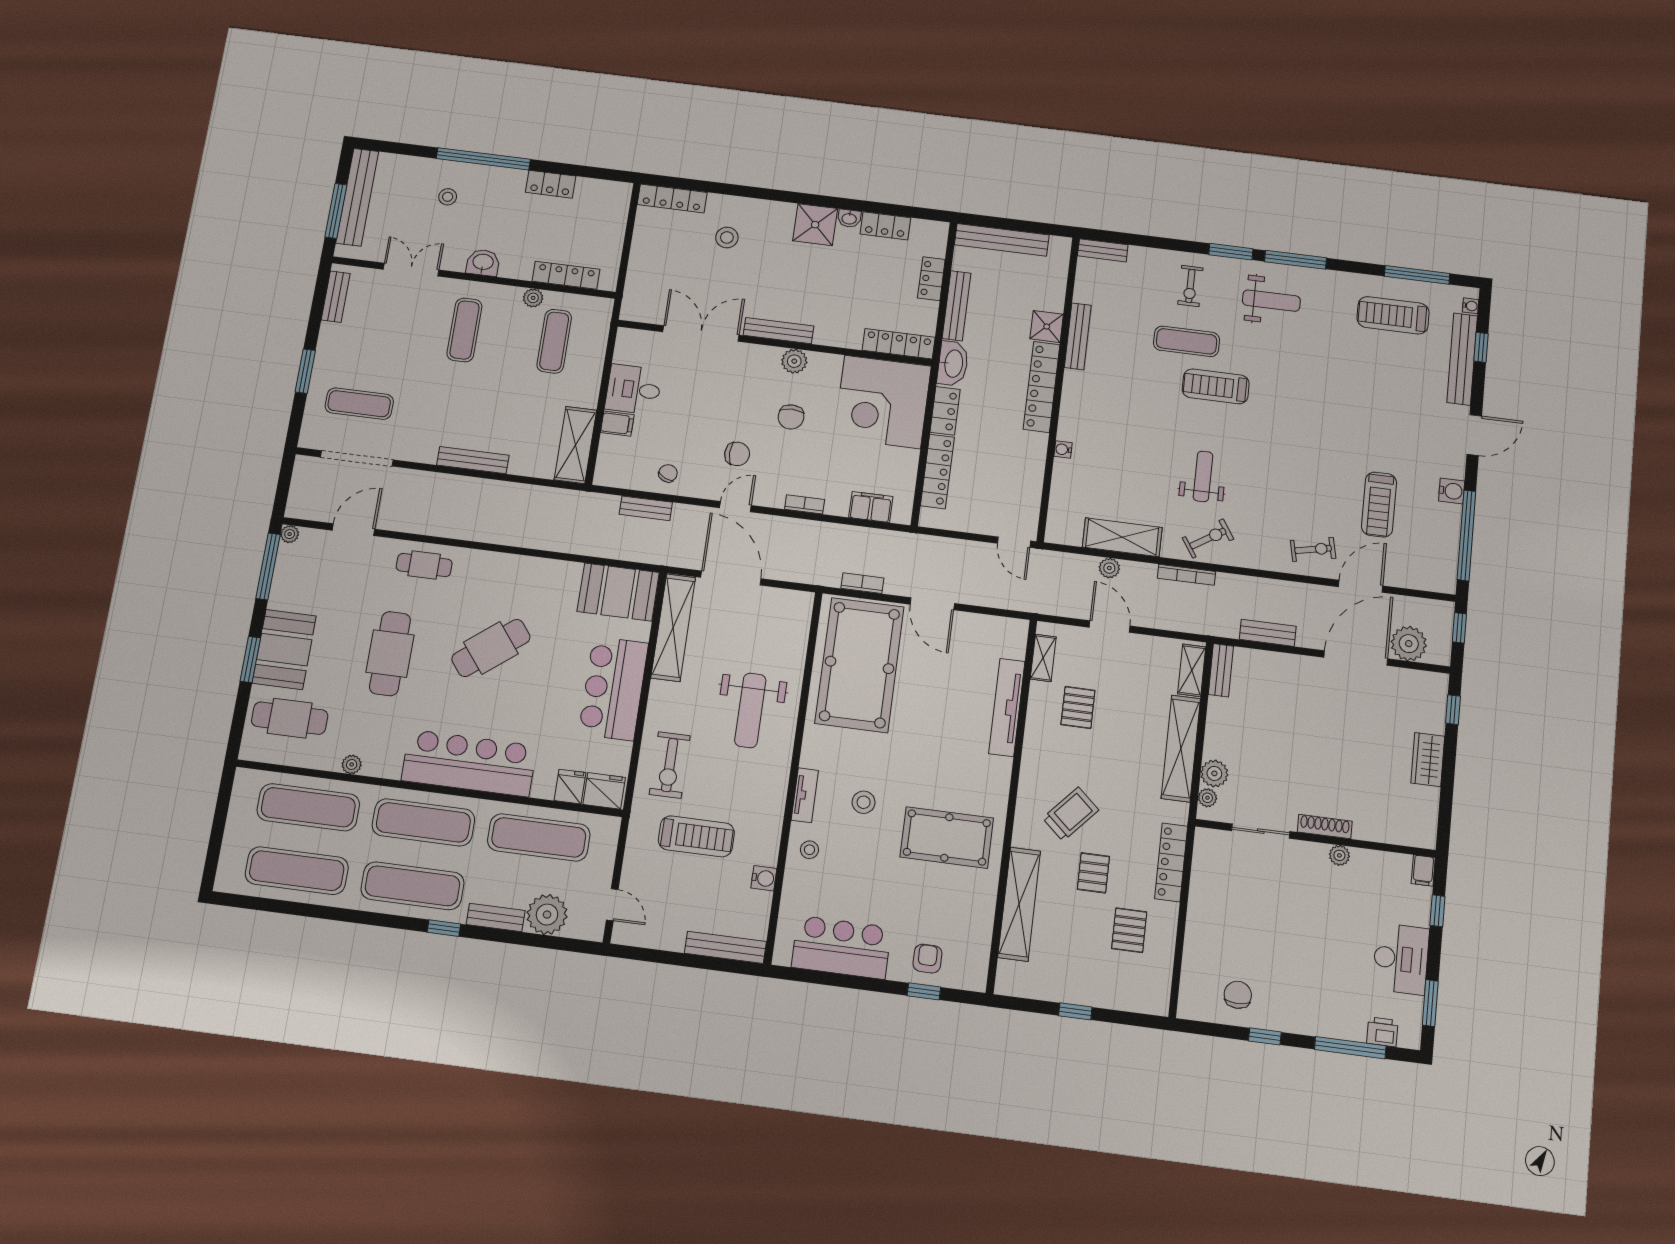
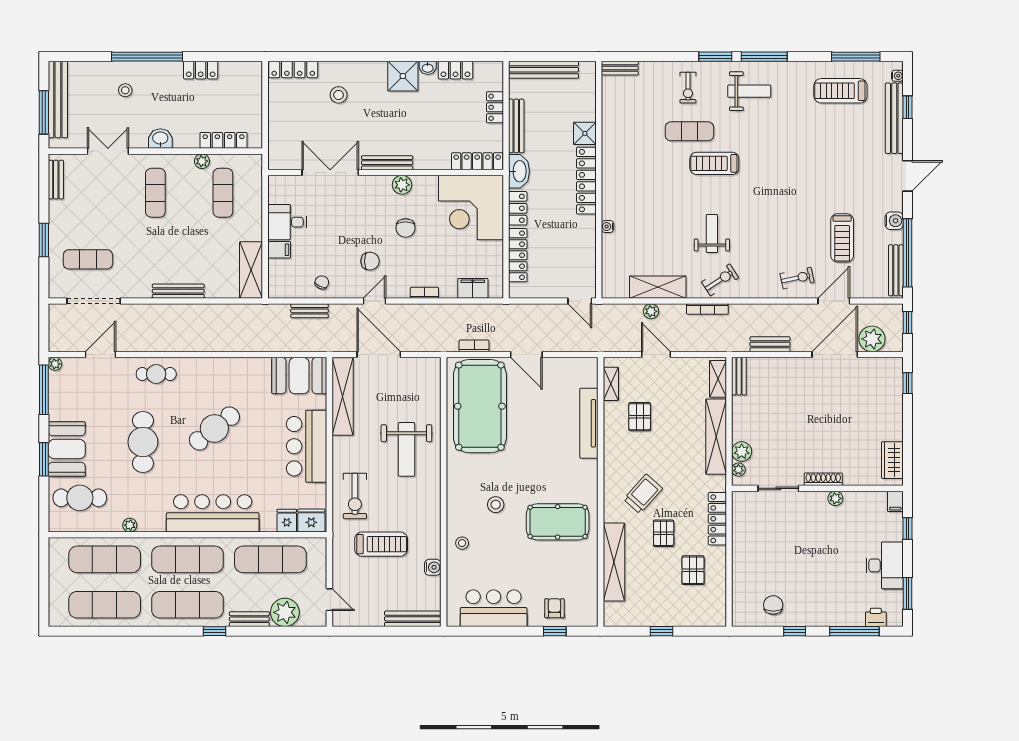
bench: (1078, 336) -> (896, 270), moved
wardrobe: (1428, 760) -> (892, 460), moved
tv unit: (805, 795) -> (454, 505), removed

